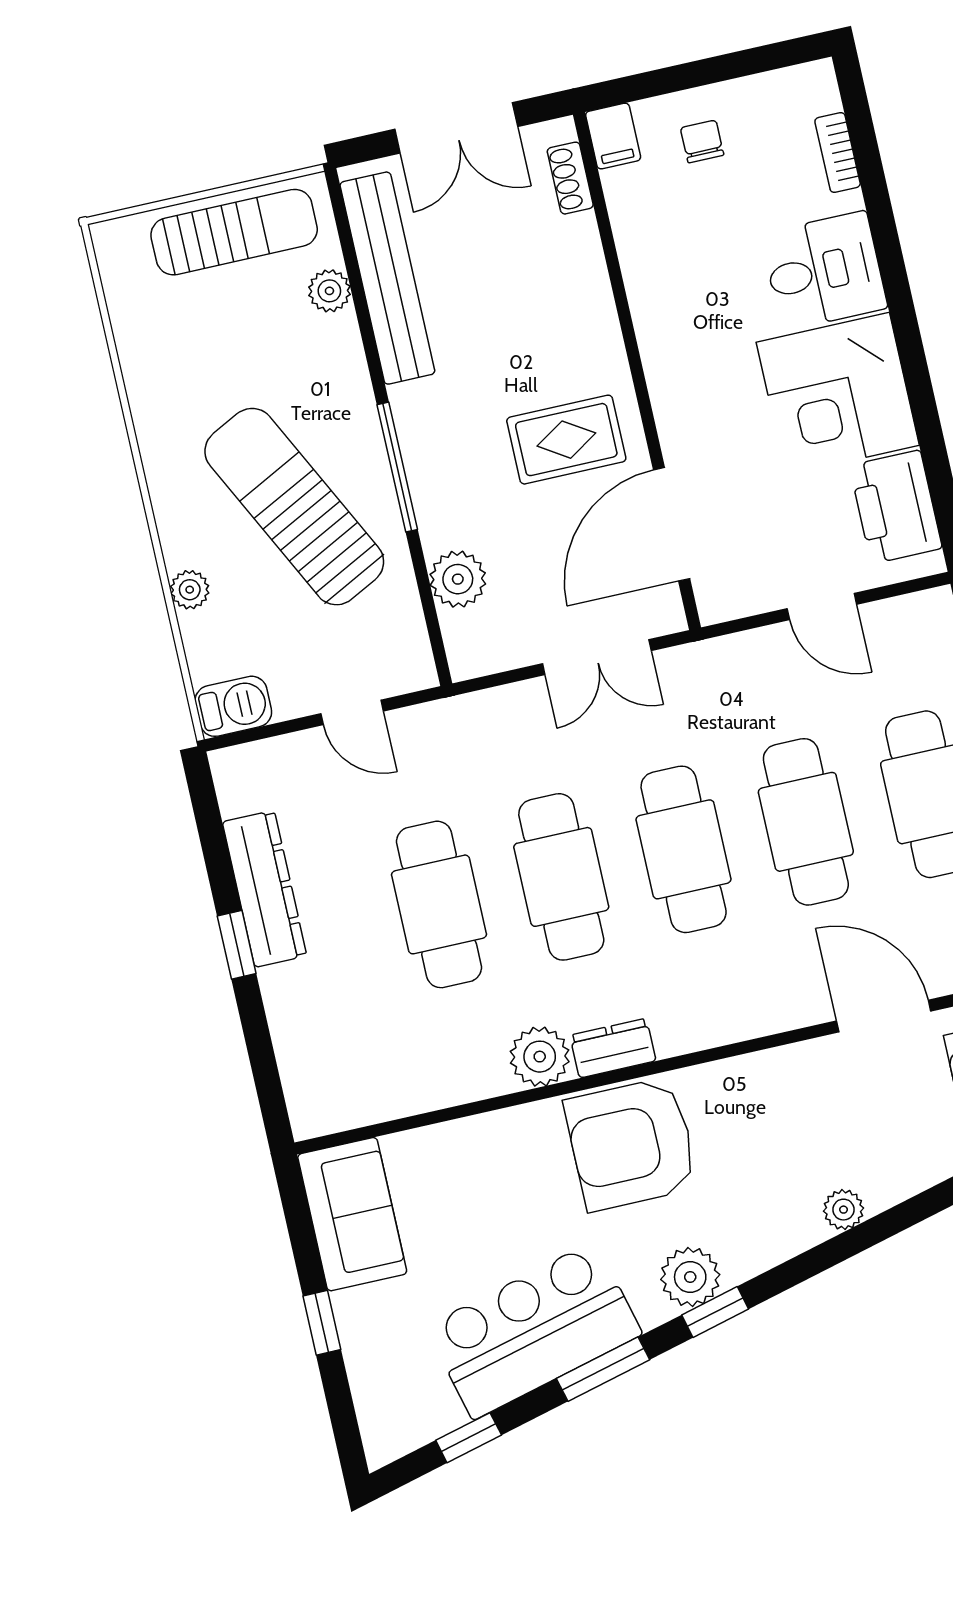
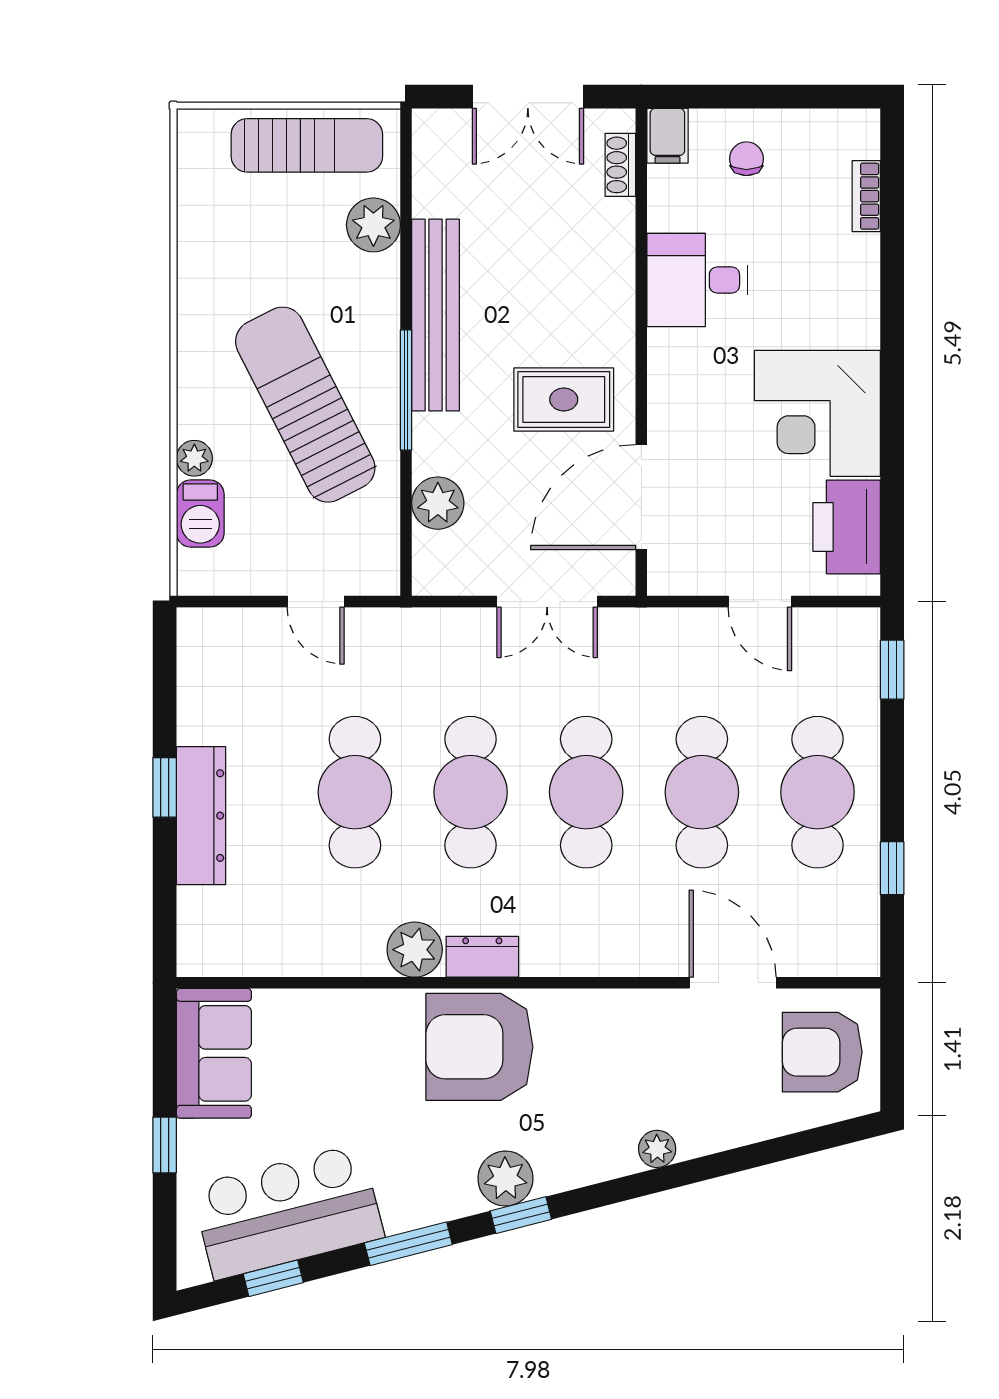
desk: (824, 271) -> (697, 280), moved, turned 180
bench: (387, 278) -> (436, 315), moved
plant: (329, 291) -> (373, 225), width x1.38, depth x1.38
barbecue: (233, 706) -> (200, 514), moved, turned 90
dresser: (264, 889) -> (201, 816), moved
bar counter: (534, 1330) -> (288, 1212), moved

